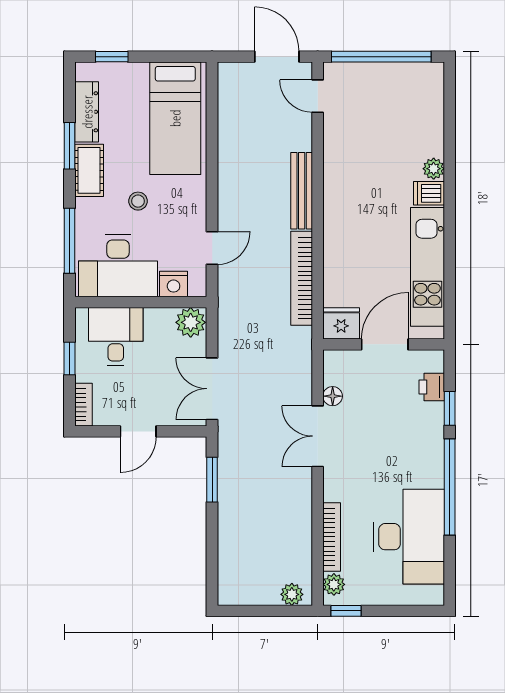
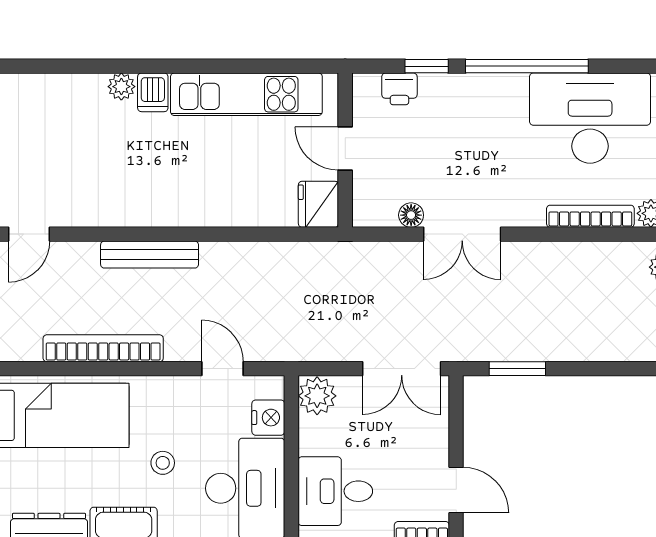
bookcase: (302, 278) -> (103, 348), moved, turned 180
door: (385, 344) -> (345, 149), width x0.73
door: (138, 431) -> (456, 490), moved

